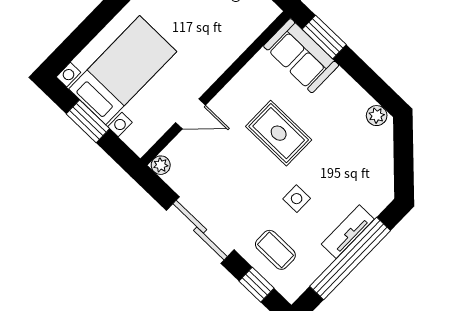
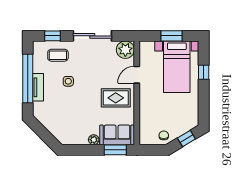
window: (92, 26) -> (204, 72), added
plant: (377, 116) -> (94, 140), moved
rug: (279, 133) -> (116, 98), moved
plant: (161, 165) -> (125, 50), width x1.88, depth x1.88

